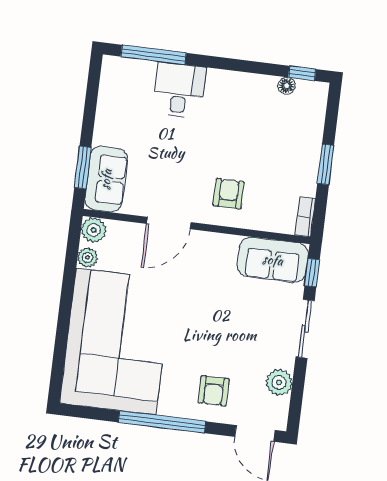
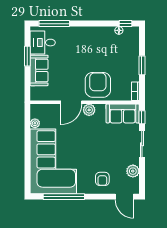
desk: (179, 90) -> (43, 43), moved, turned -90
window: (83, 167) -> (27, 56), moved
sofa: (106, 179) -> (39, 70), moved
armchair: (229, 194) -> (98, 85), width x1.88, depth x1.88
plant: (94, 230) -> (89, 110), moved
window: (162, 422) -> (64, 197), moved

